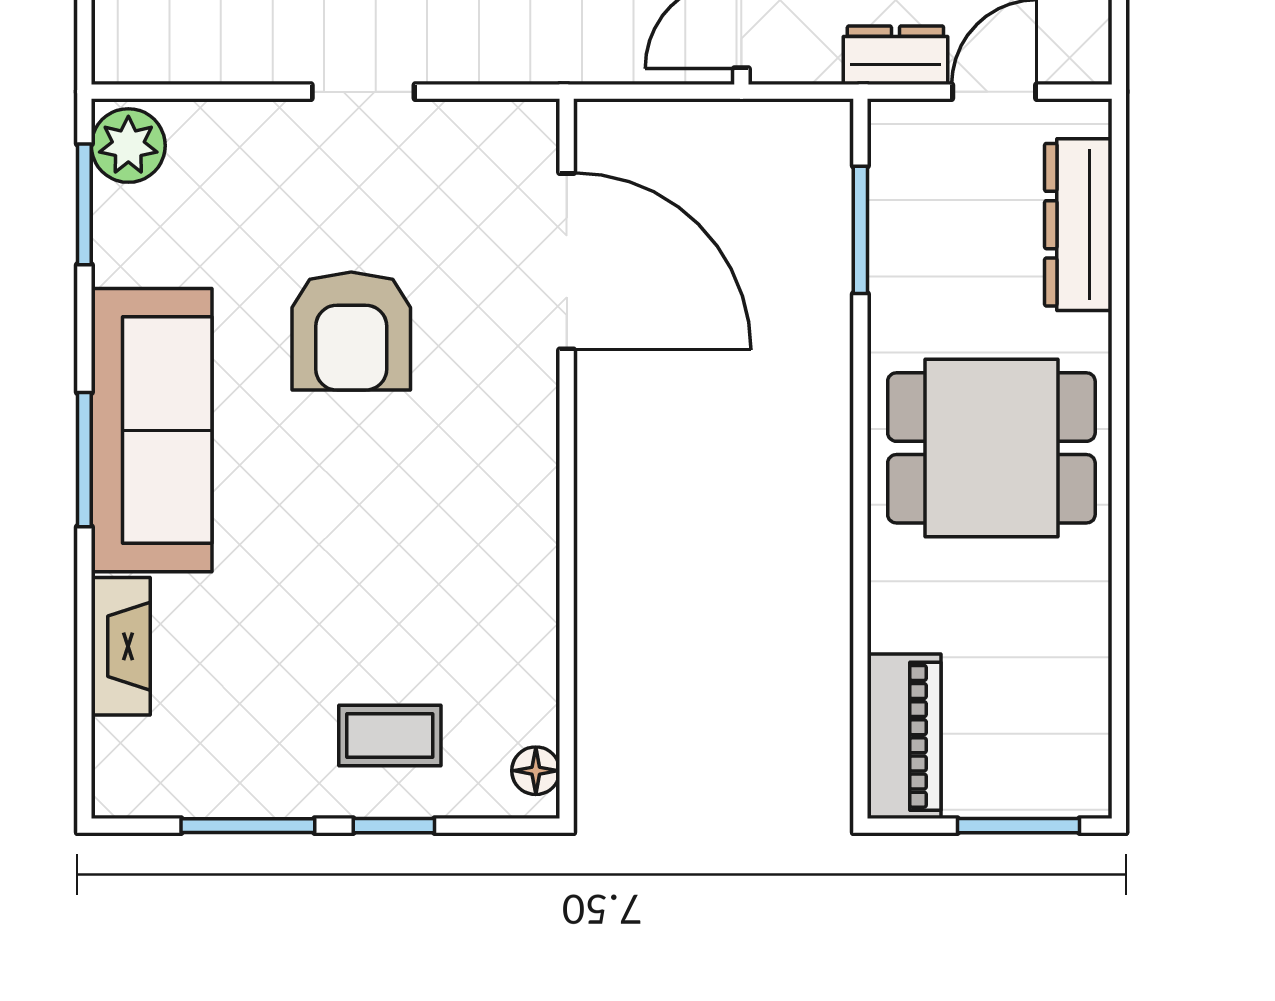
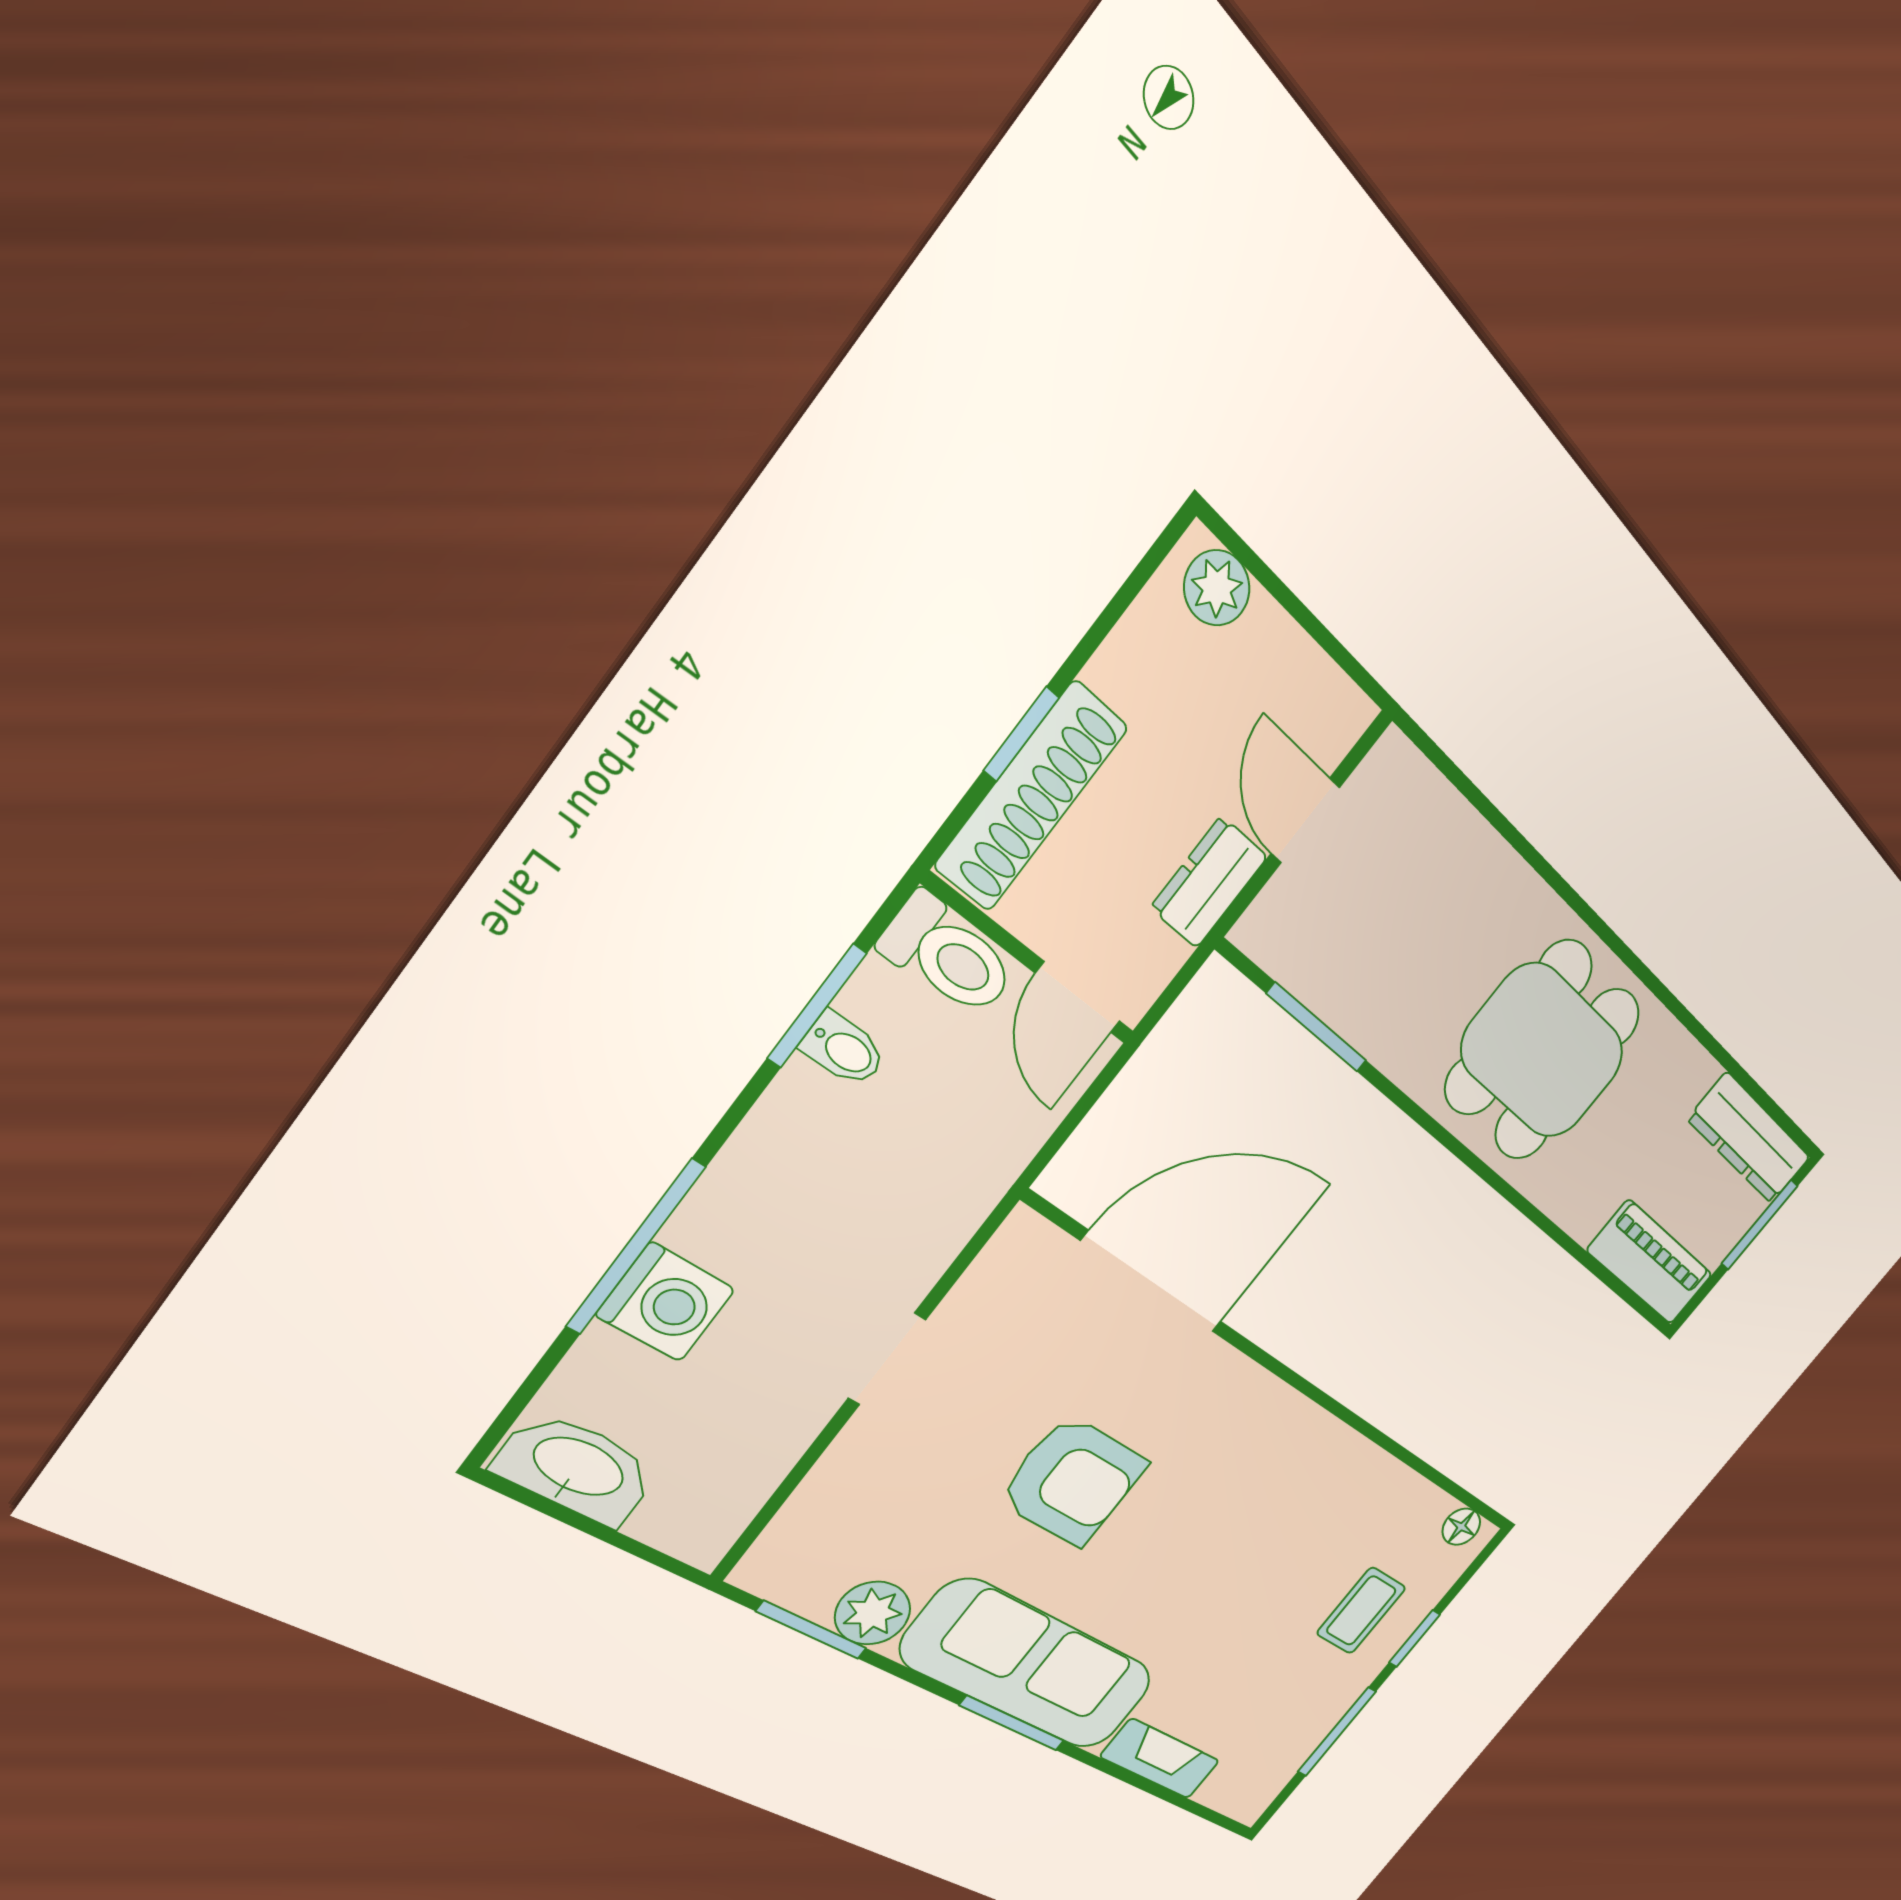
plant: (128, 146) -> (873, 1613), moved
dresser: (1078, 225) -> (1749, 1139), moved

